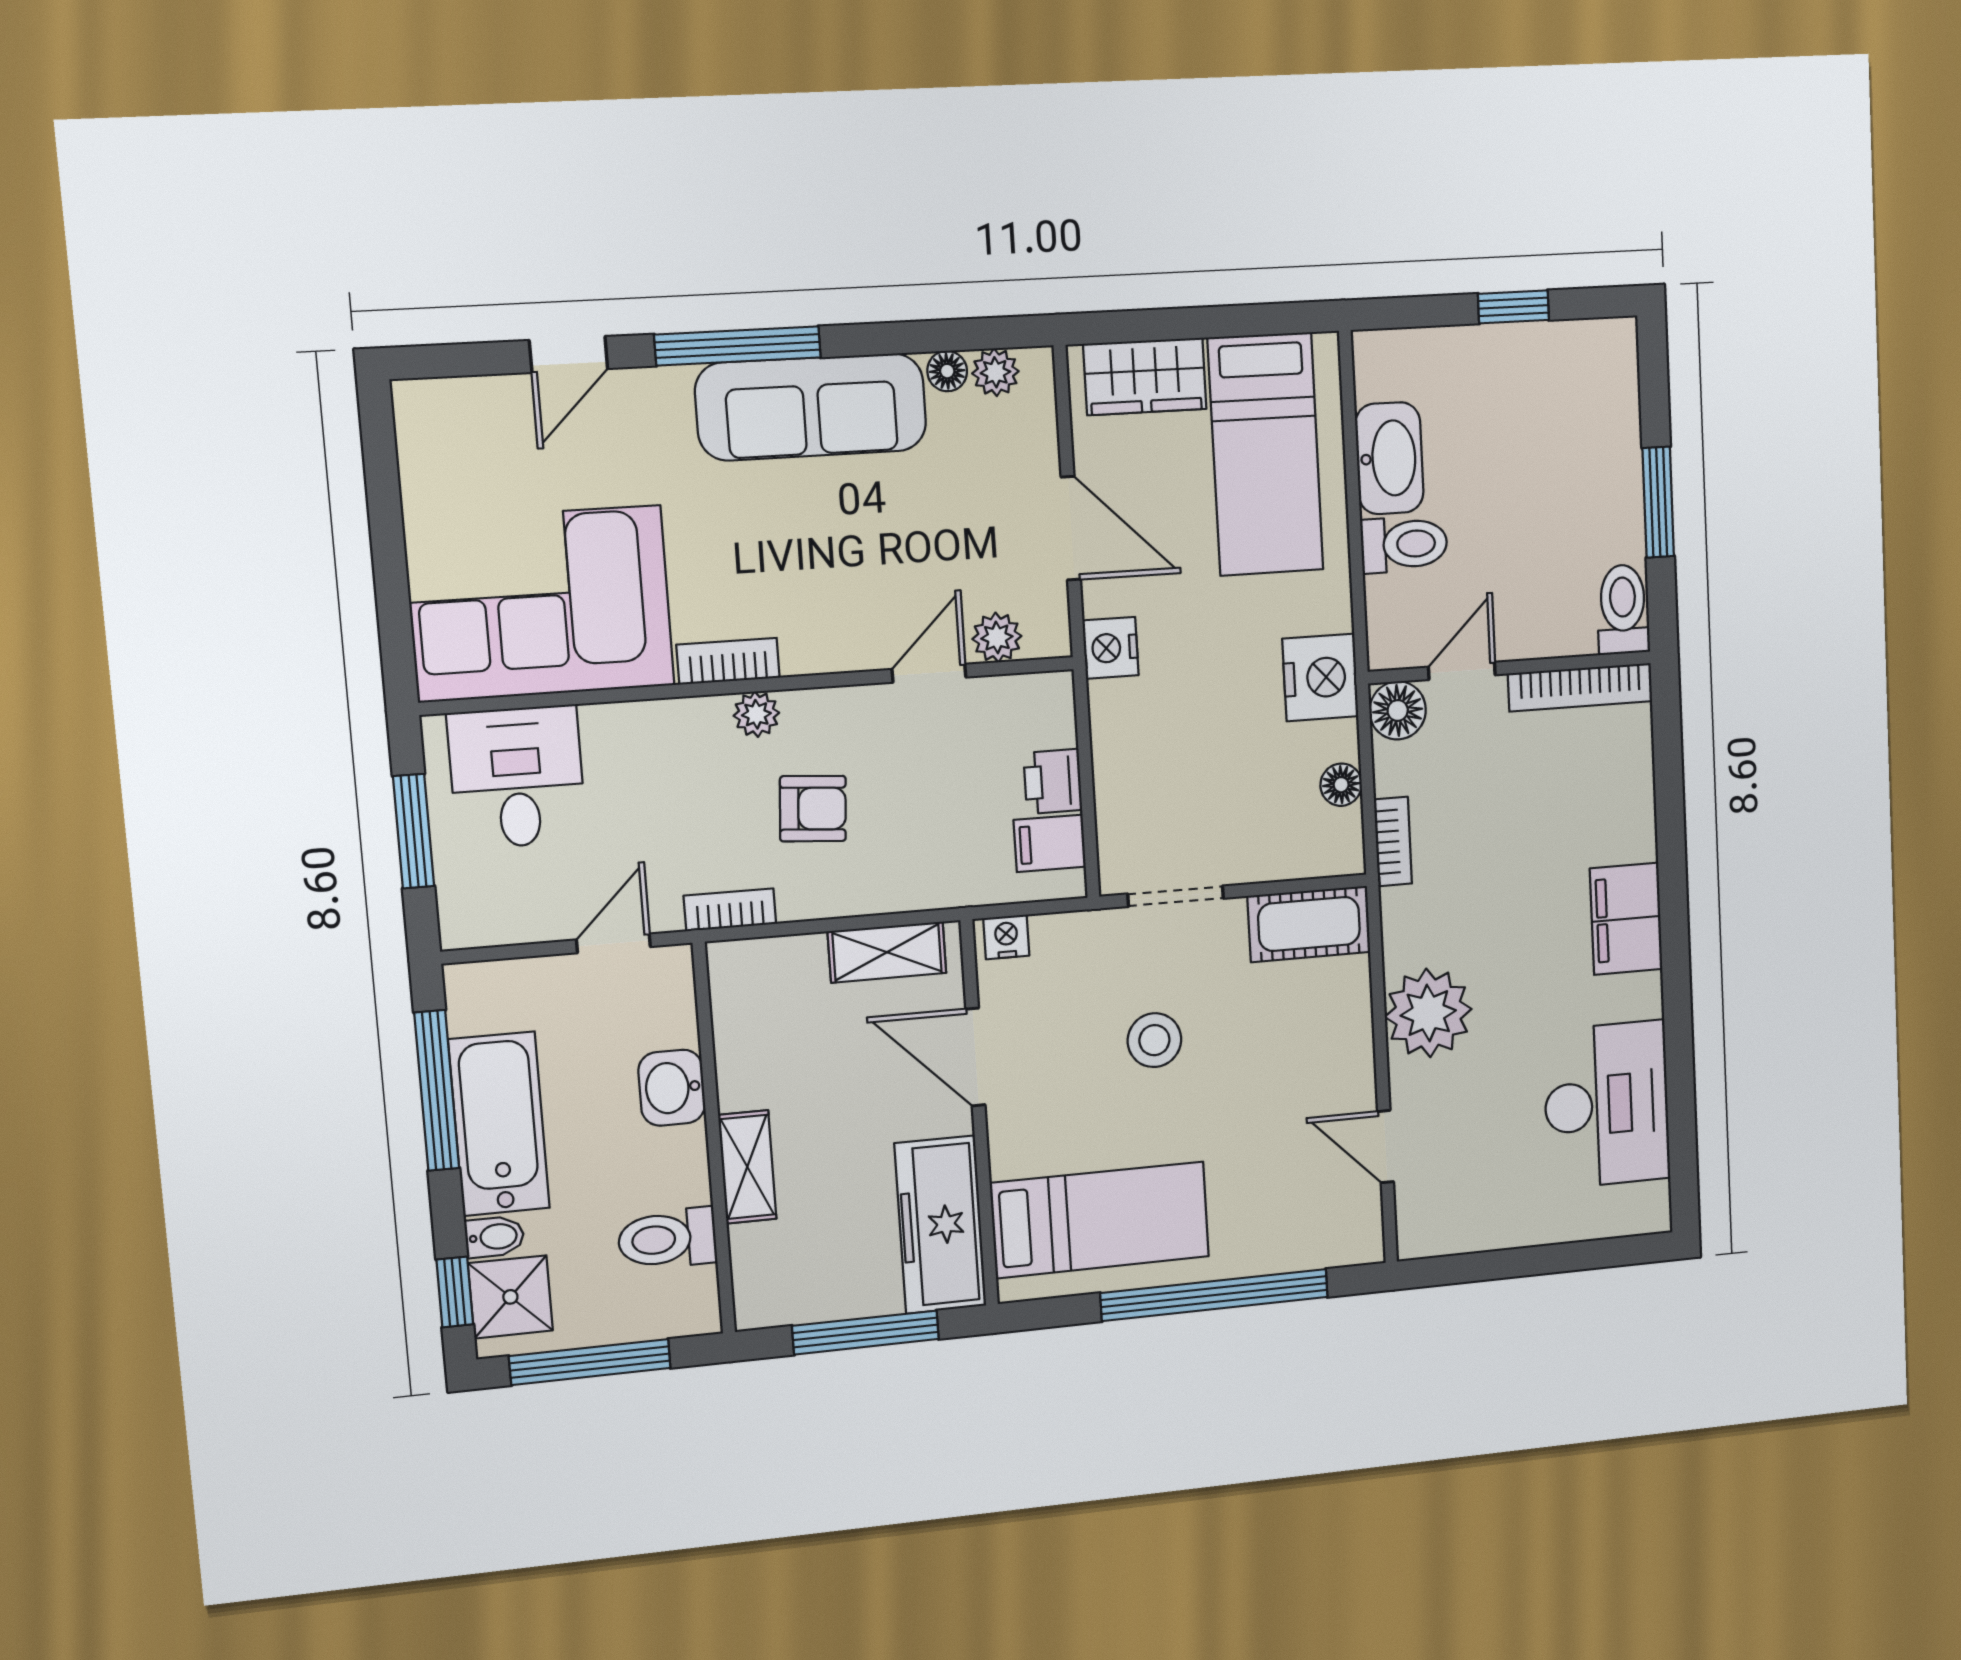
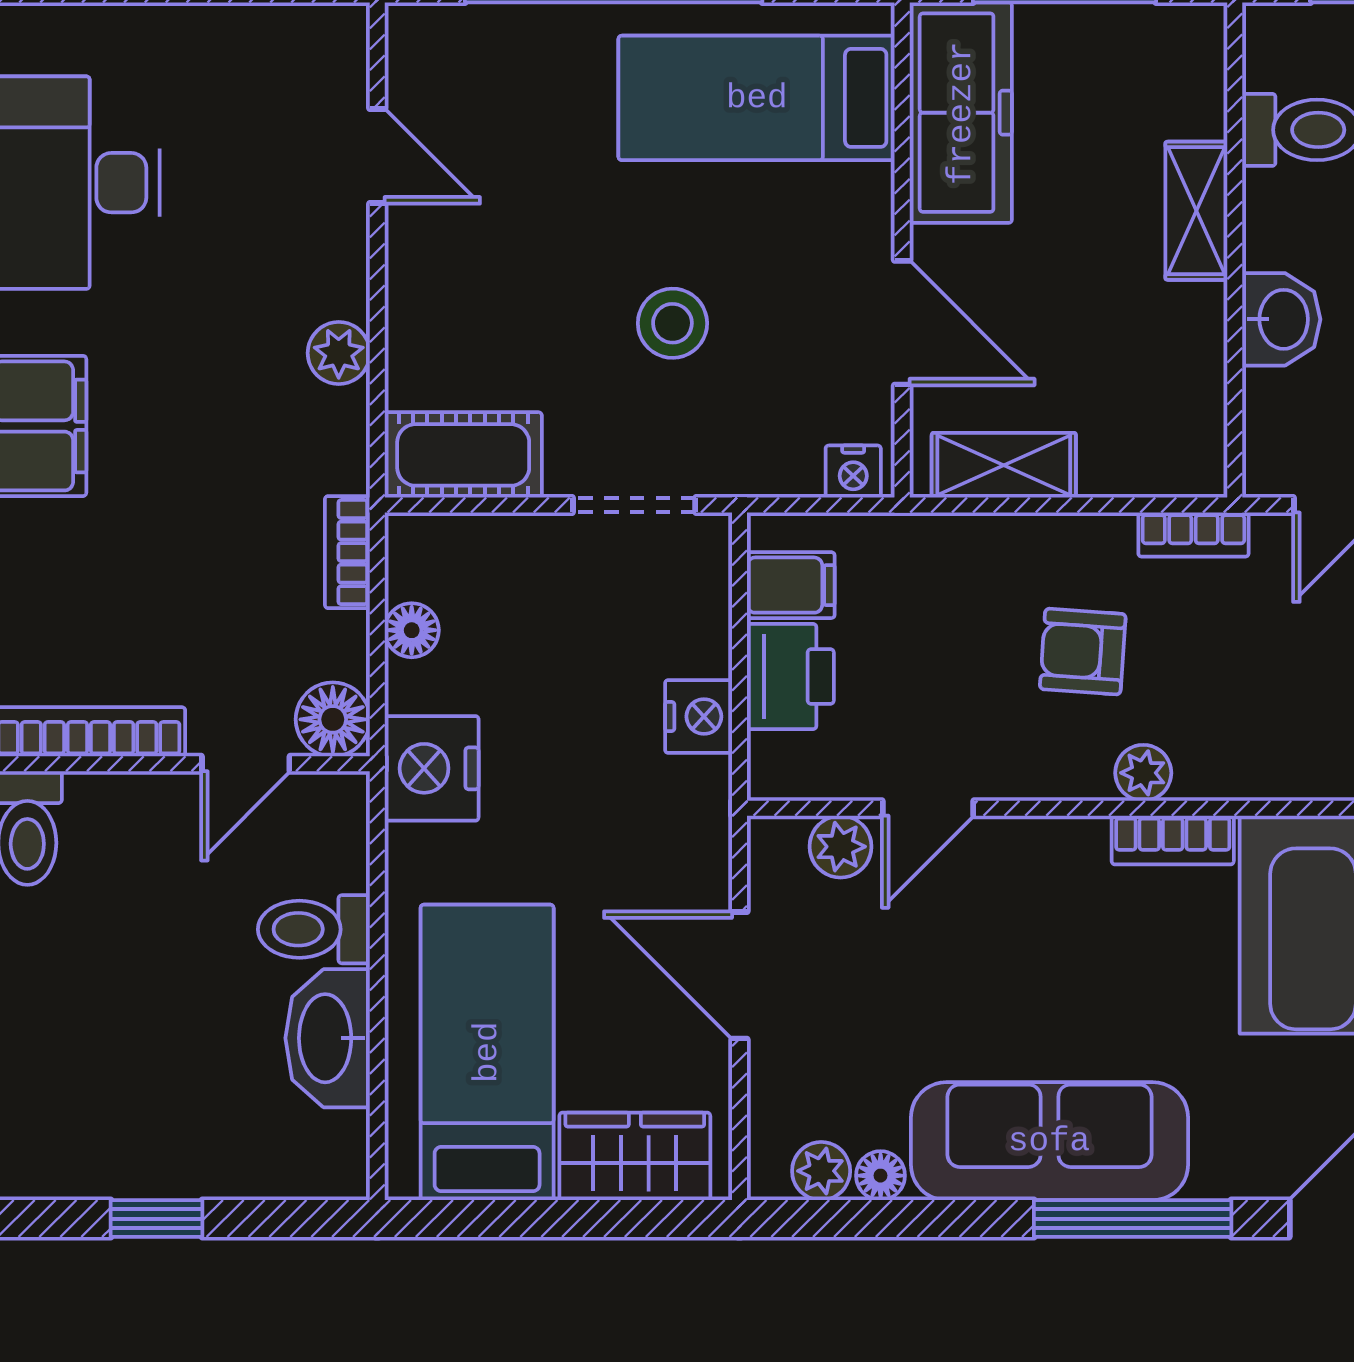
nightstand: (1111, 648) -> (699, 716), moved
printer: (1053, 781) -> (790, 677), width x1.36, depth x1.24
plant: (1428, 1013) -> (339, 353), width x0.53, depth x0.53

